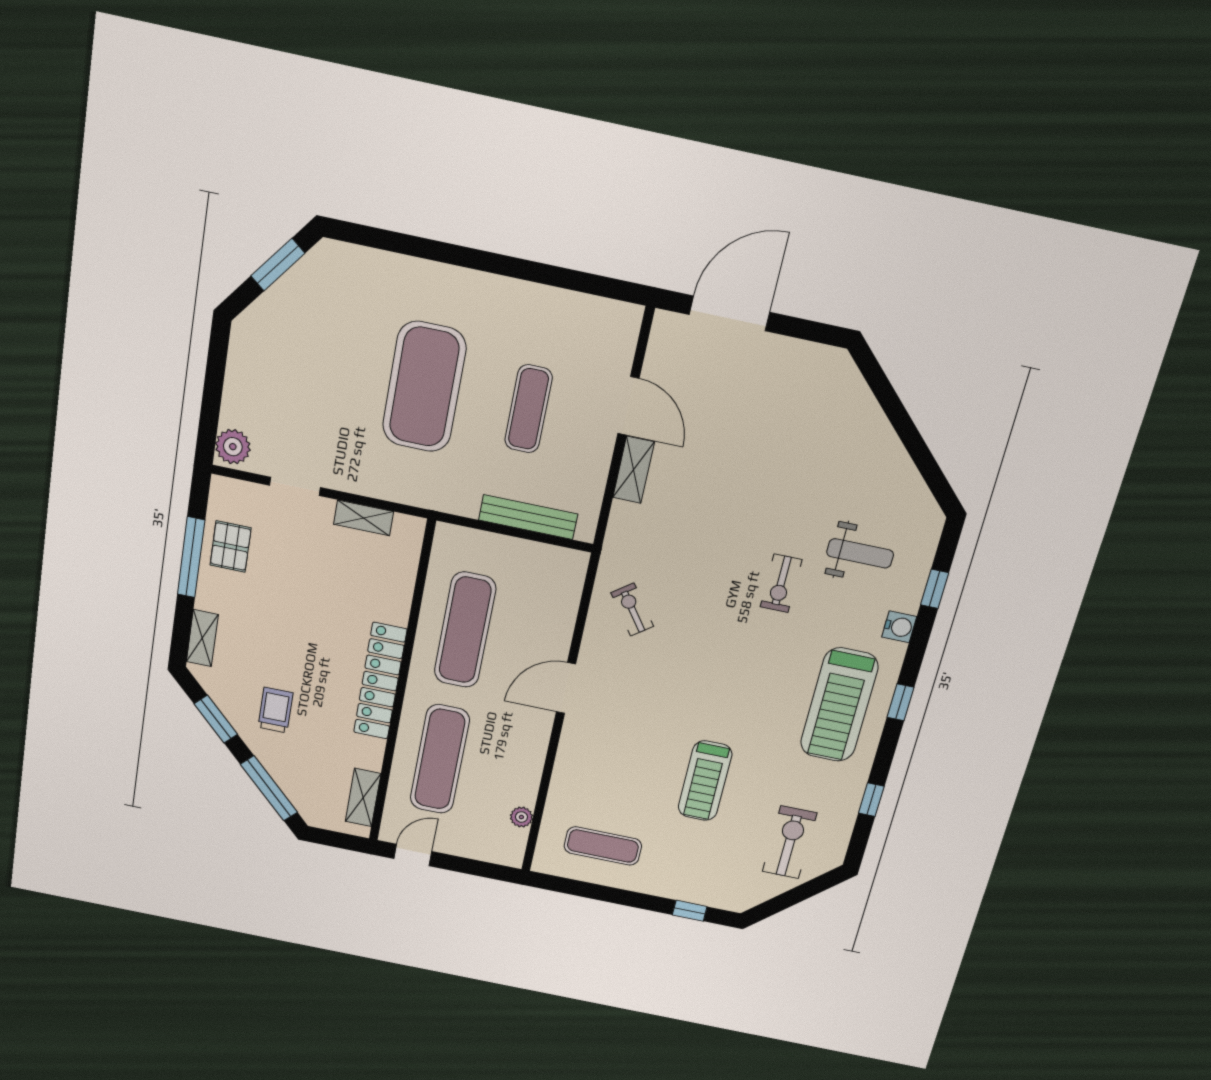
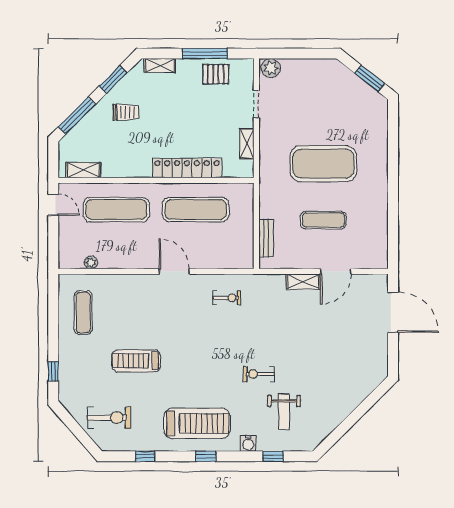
bench: (528, 517) -> (266, 238), width x0.73
exercise bike: (632, 610) -> (227, 298), turned 36
locker: (380, 681) -> (187, 168), moved
treadmill: (839, 705) -> (197, 423), turned 180

